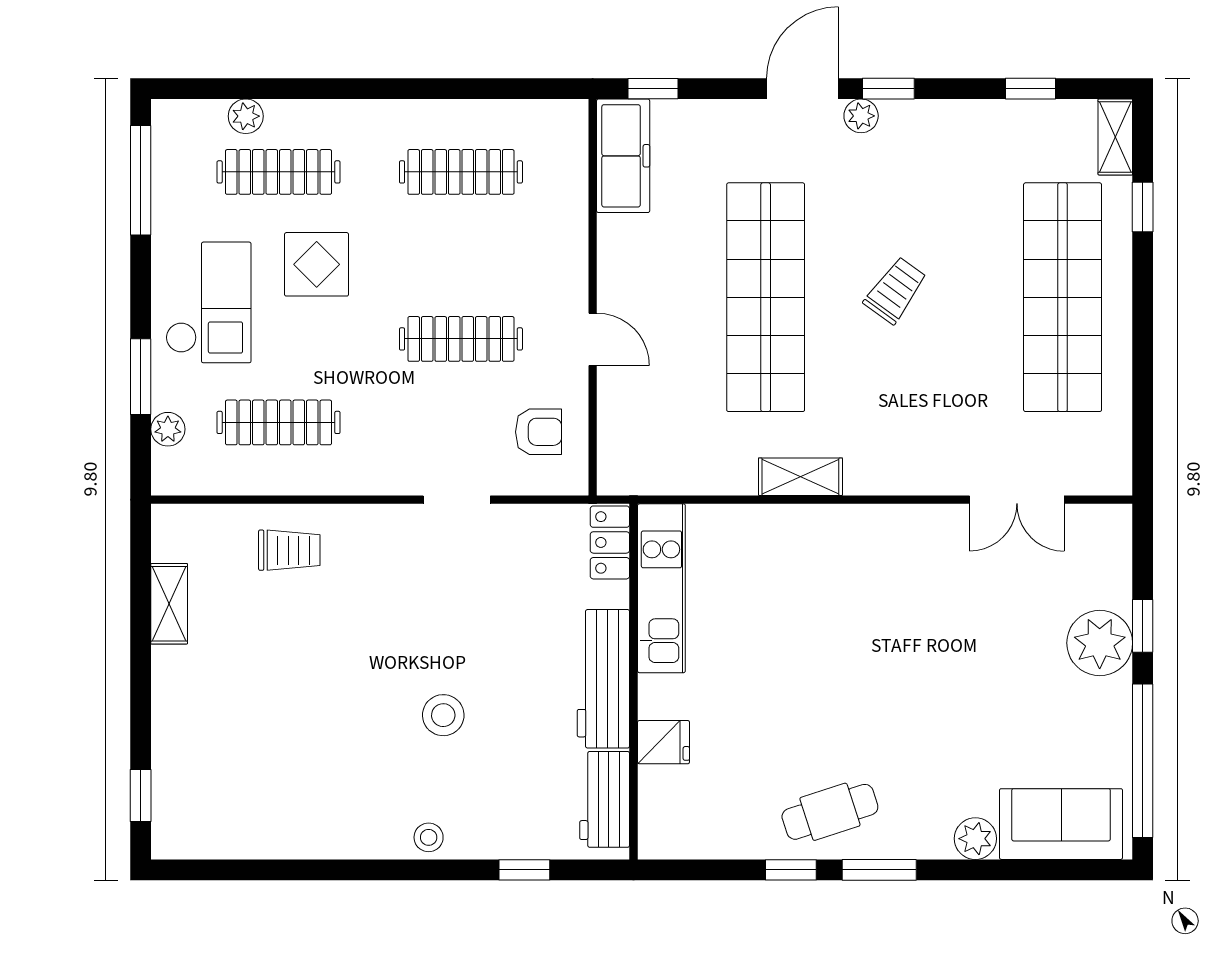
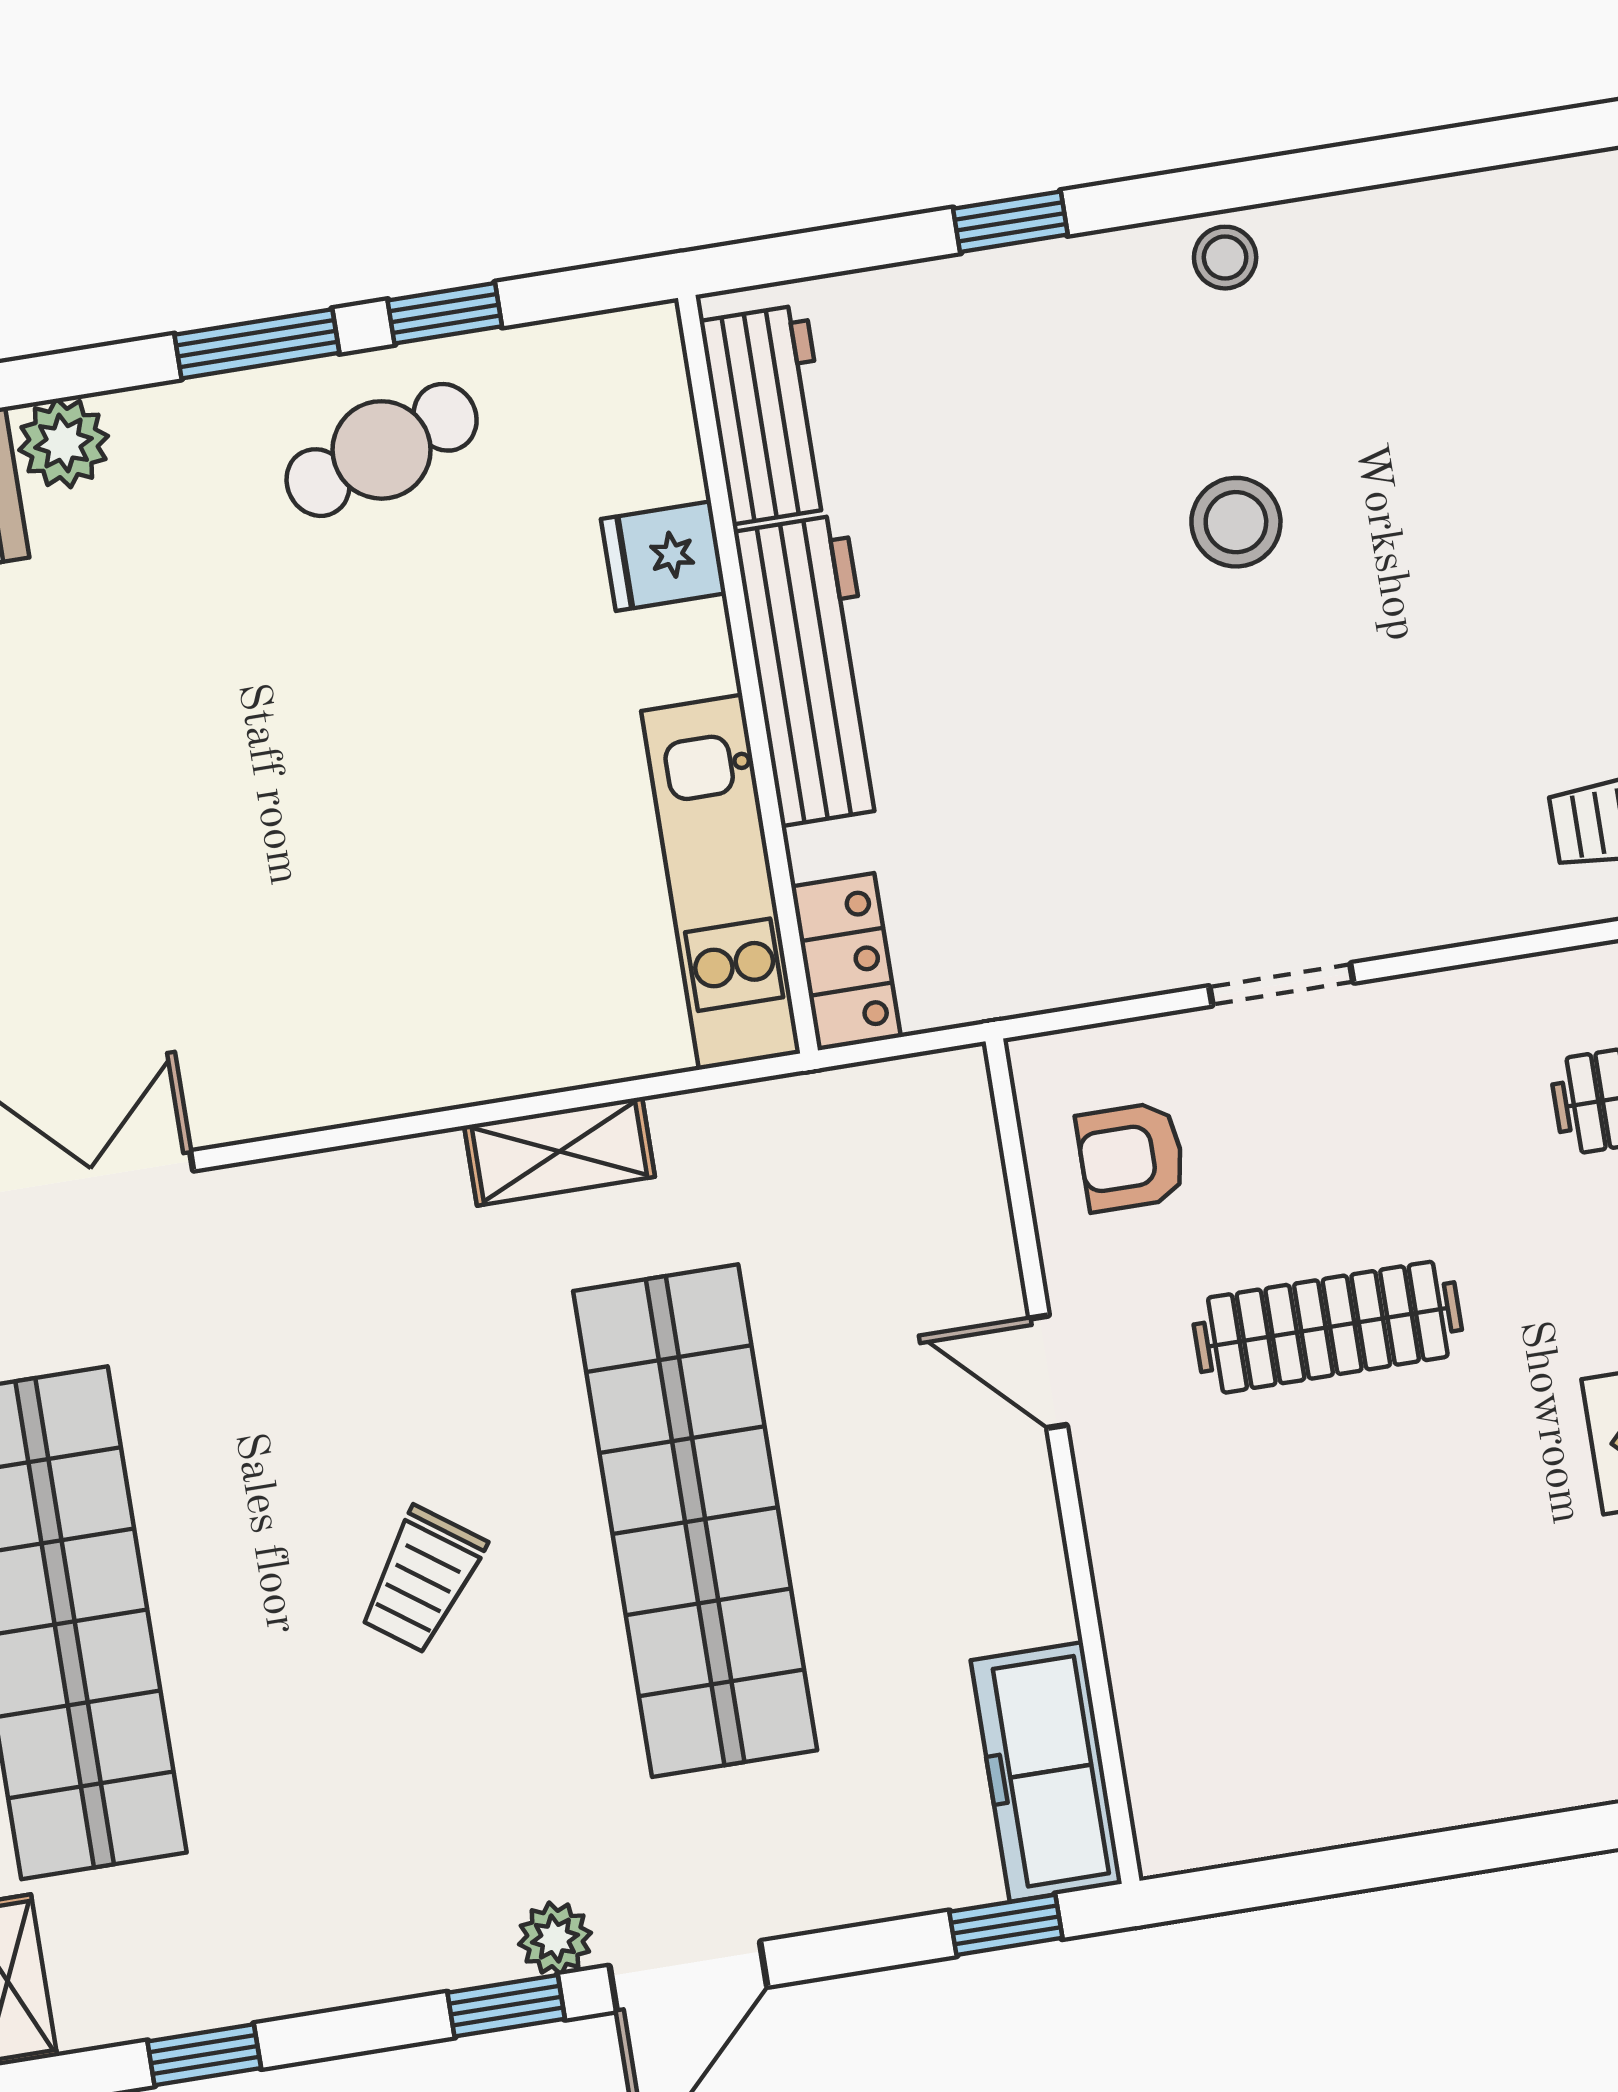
clothes rail: (461, 172) -> (1385, 1682), removed
locker: (610, 542) -> (846, 962), moved
kitchen unit: (661, 588) -> (721, 882), moved
workbench: (603, 679) -> (813, 670), moved
wall: (634, 682) -> (748, 674), moved
fridge: (664, 742) -> (663, 556), moved
workbench: (605, 799) -> (769, 414), moved

